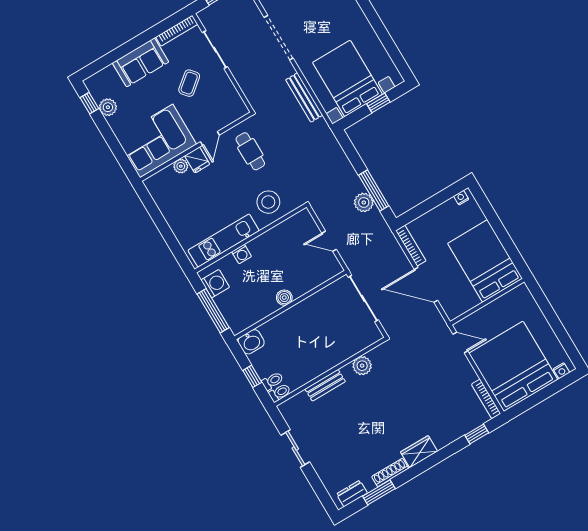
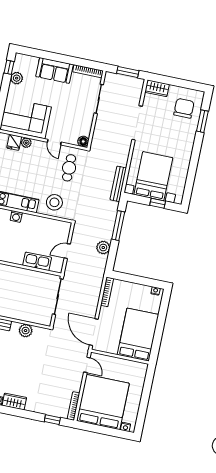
coffee table: (189, 83) -> (70, 104), removed
bench: (304, 97) -> (118, 184), moved
floor lamp: (240, 110) -> (83, 141), added
door: (210, 138) -> (54, 142), hinge flipped
fridge: (197, 160) -> (14, 142), moved
window: (374, 190) -> (118, 226), moved
door: (329, 241) -> (67, 251), hinge flipped
kitchen sink: (307, 281) -> (37, 261), added
door: (426, 285) -> (94, 332), moved
boiler: (284, 298) -> (18, 259), removed

